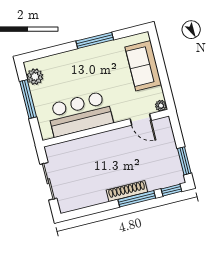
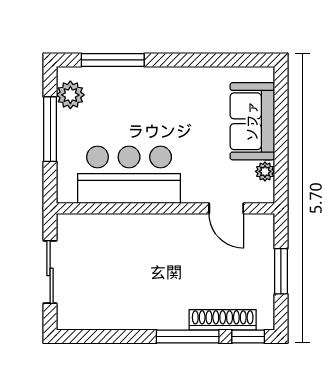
window: (95, 40) -> (113, 60), moved
plant: (161, 106) -> (265, 171), moved
window: (184, 161) -> (281, 271), moved
shoe rack: (127, 191) -> (223, 320), moved

